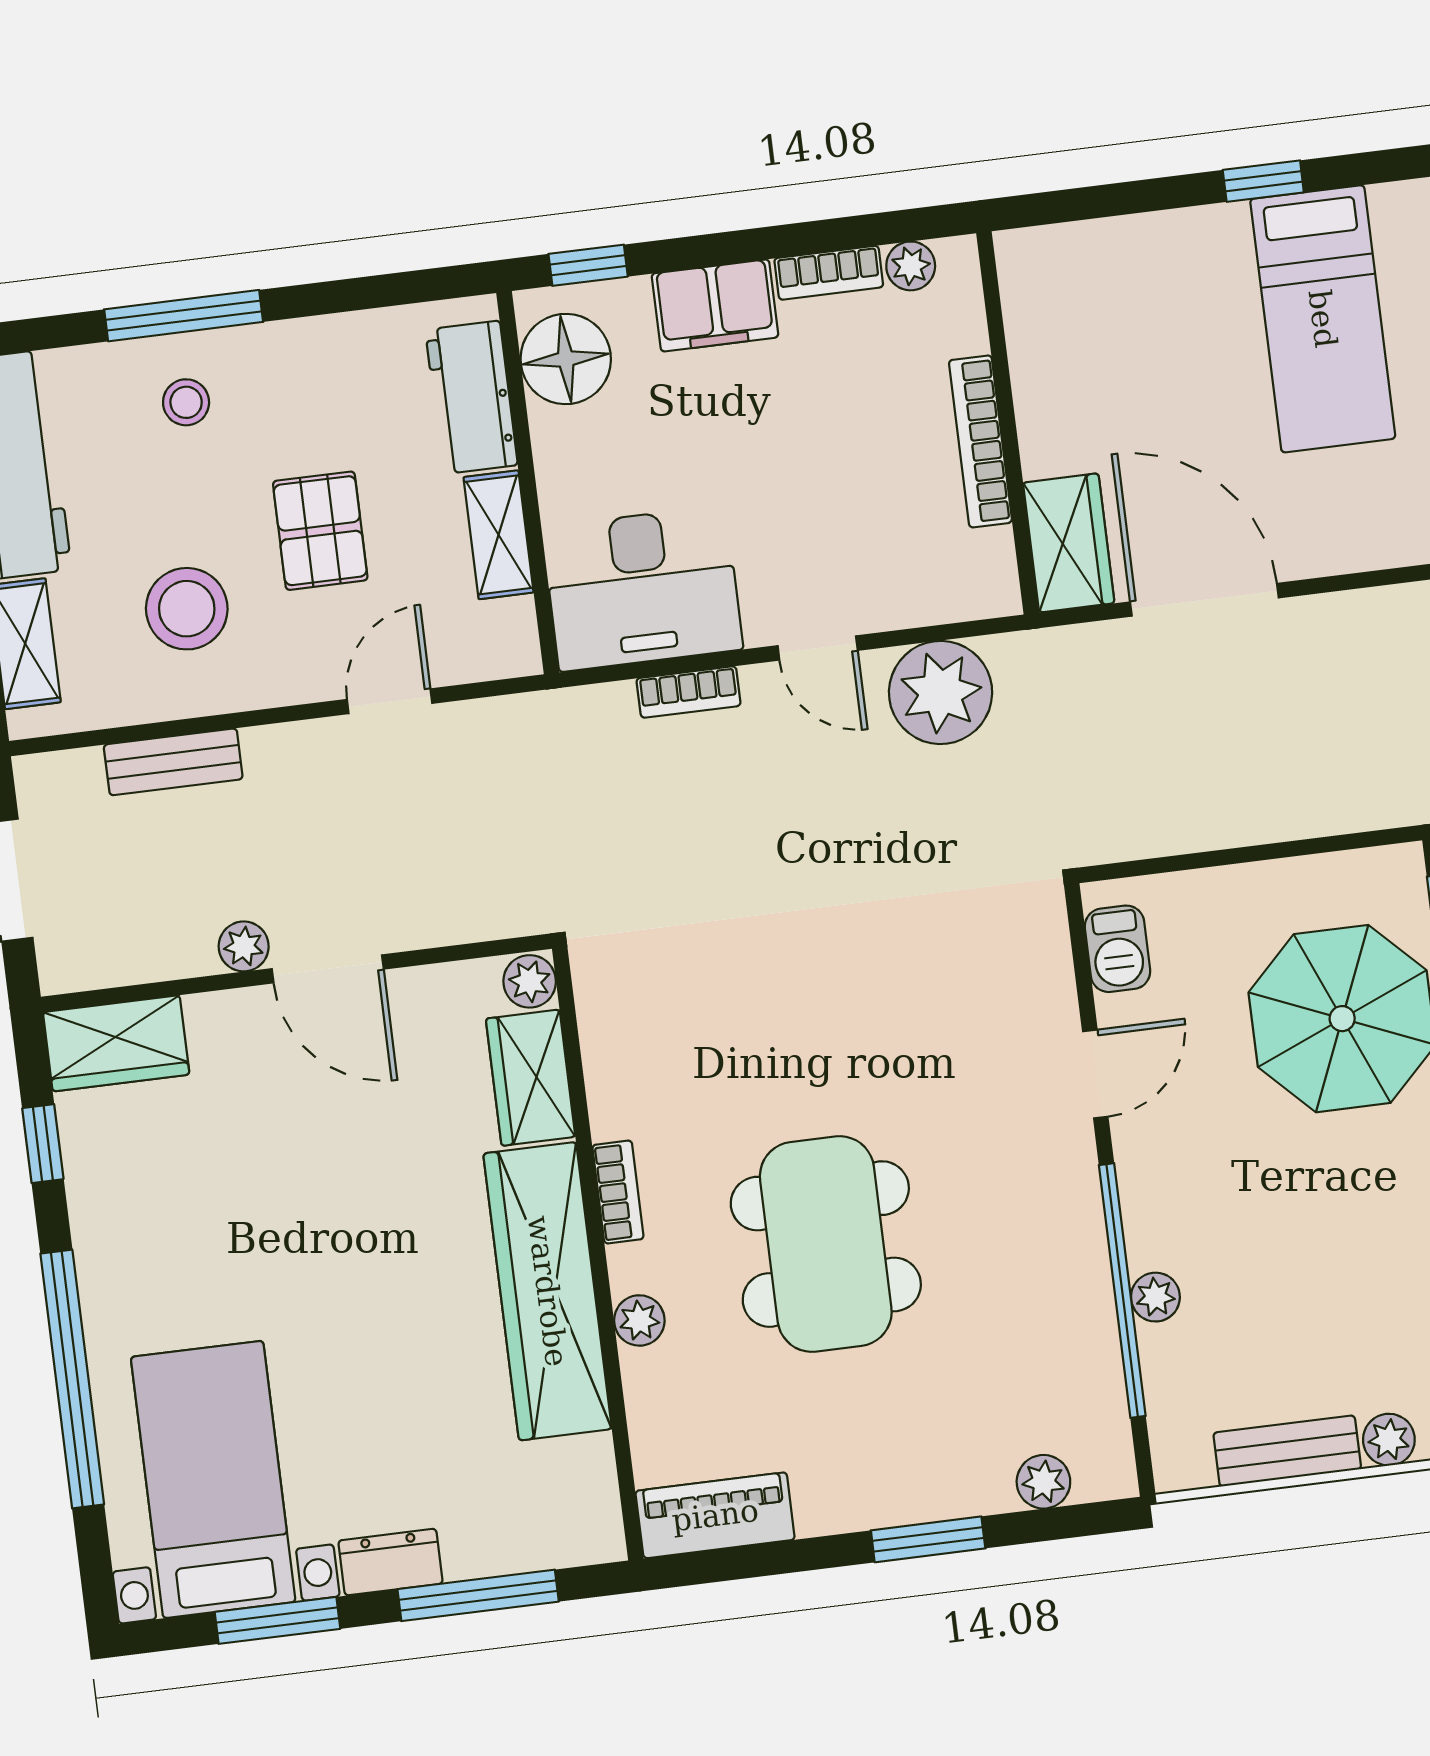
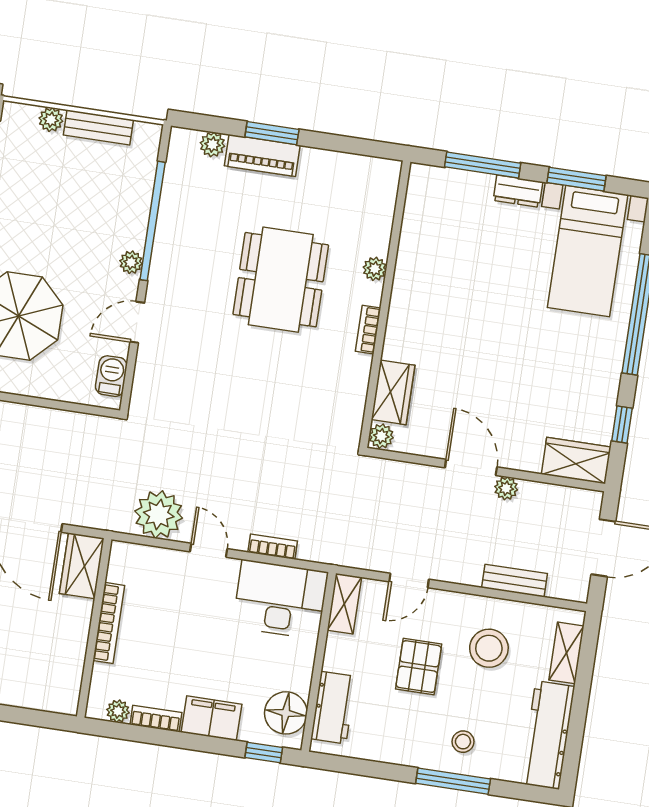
shelving: (499, 535) -> (344, 604), moved
wardrobe: (548, 1291) -> (413, 294), removed
plant: (1155, 1297) -> (131, 262), moved
piano: (715, 1515) -> (262, 156), moved

